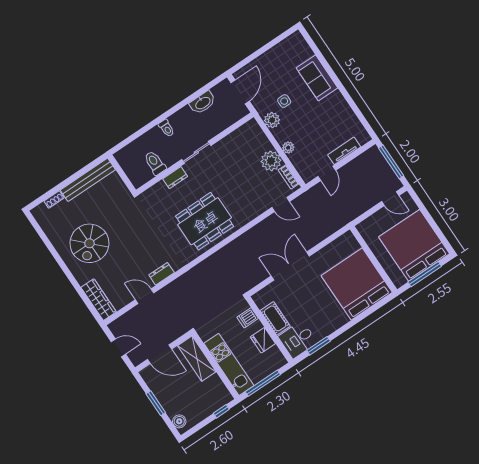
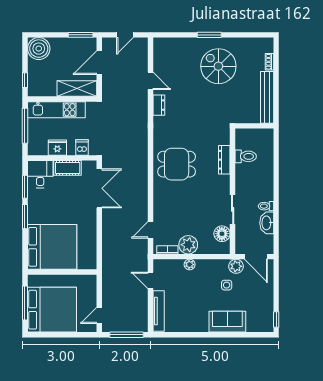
window: (285, 35) -> (276, 319), added
plant: (272, 120) -> (236, 266), moved
toilet: (166, 128) -> (266, 206), moved
floor lamp: (240, 137) -> (222, 234), added
tv unit: (344, 151) -> (159, 311), width x1.41
sliding door: (196, 153) -> (233, 209), moved
dresser: (175, 178) -> (224, 160), width x1.44
dining table: (205, 221) -> (177, 164), width x0.73
double door: (290, 266) -> (99, 188), moved
window: (67, 271) -> (209, 35), added
door: (145, 296) -> (151, 81), hinge flipped
wardrobe: (99, 300) -> (171, 45), removed
window: (346, 327) -> (25, 217), added
window: (156, 403) -> (81, 35), moved
boiler: (179, 421) -> (39, 49), width x1.86, depth x1.86

